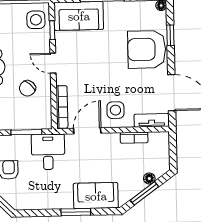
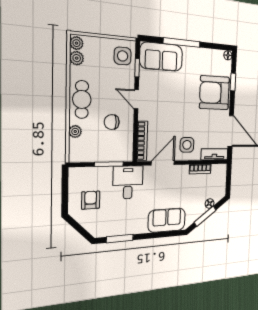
chair: (27, 88) -> (112, 122), turned 48
window: (76, 212) -> (120, 239), moved

